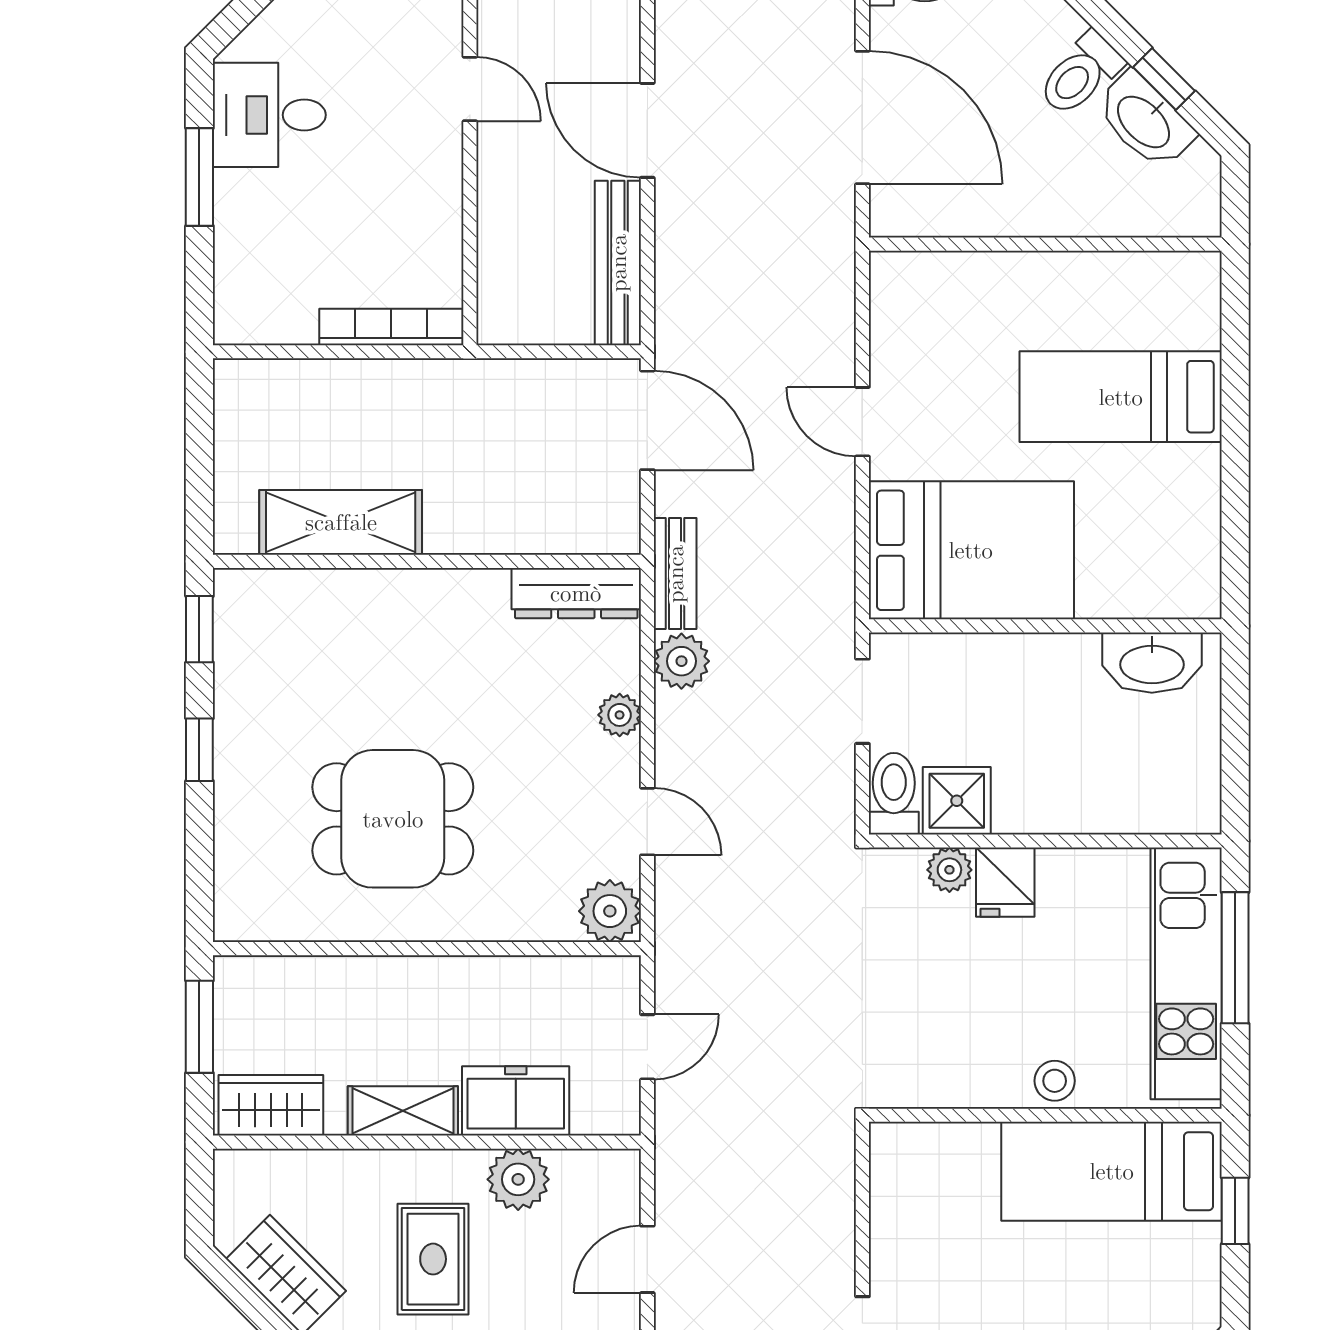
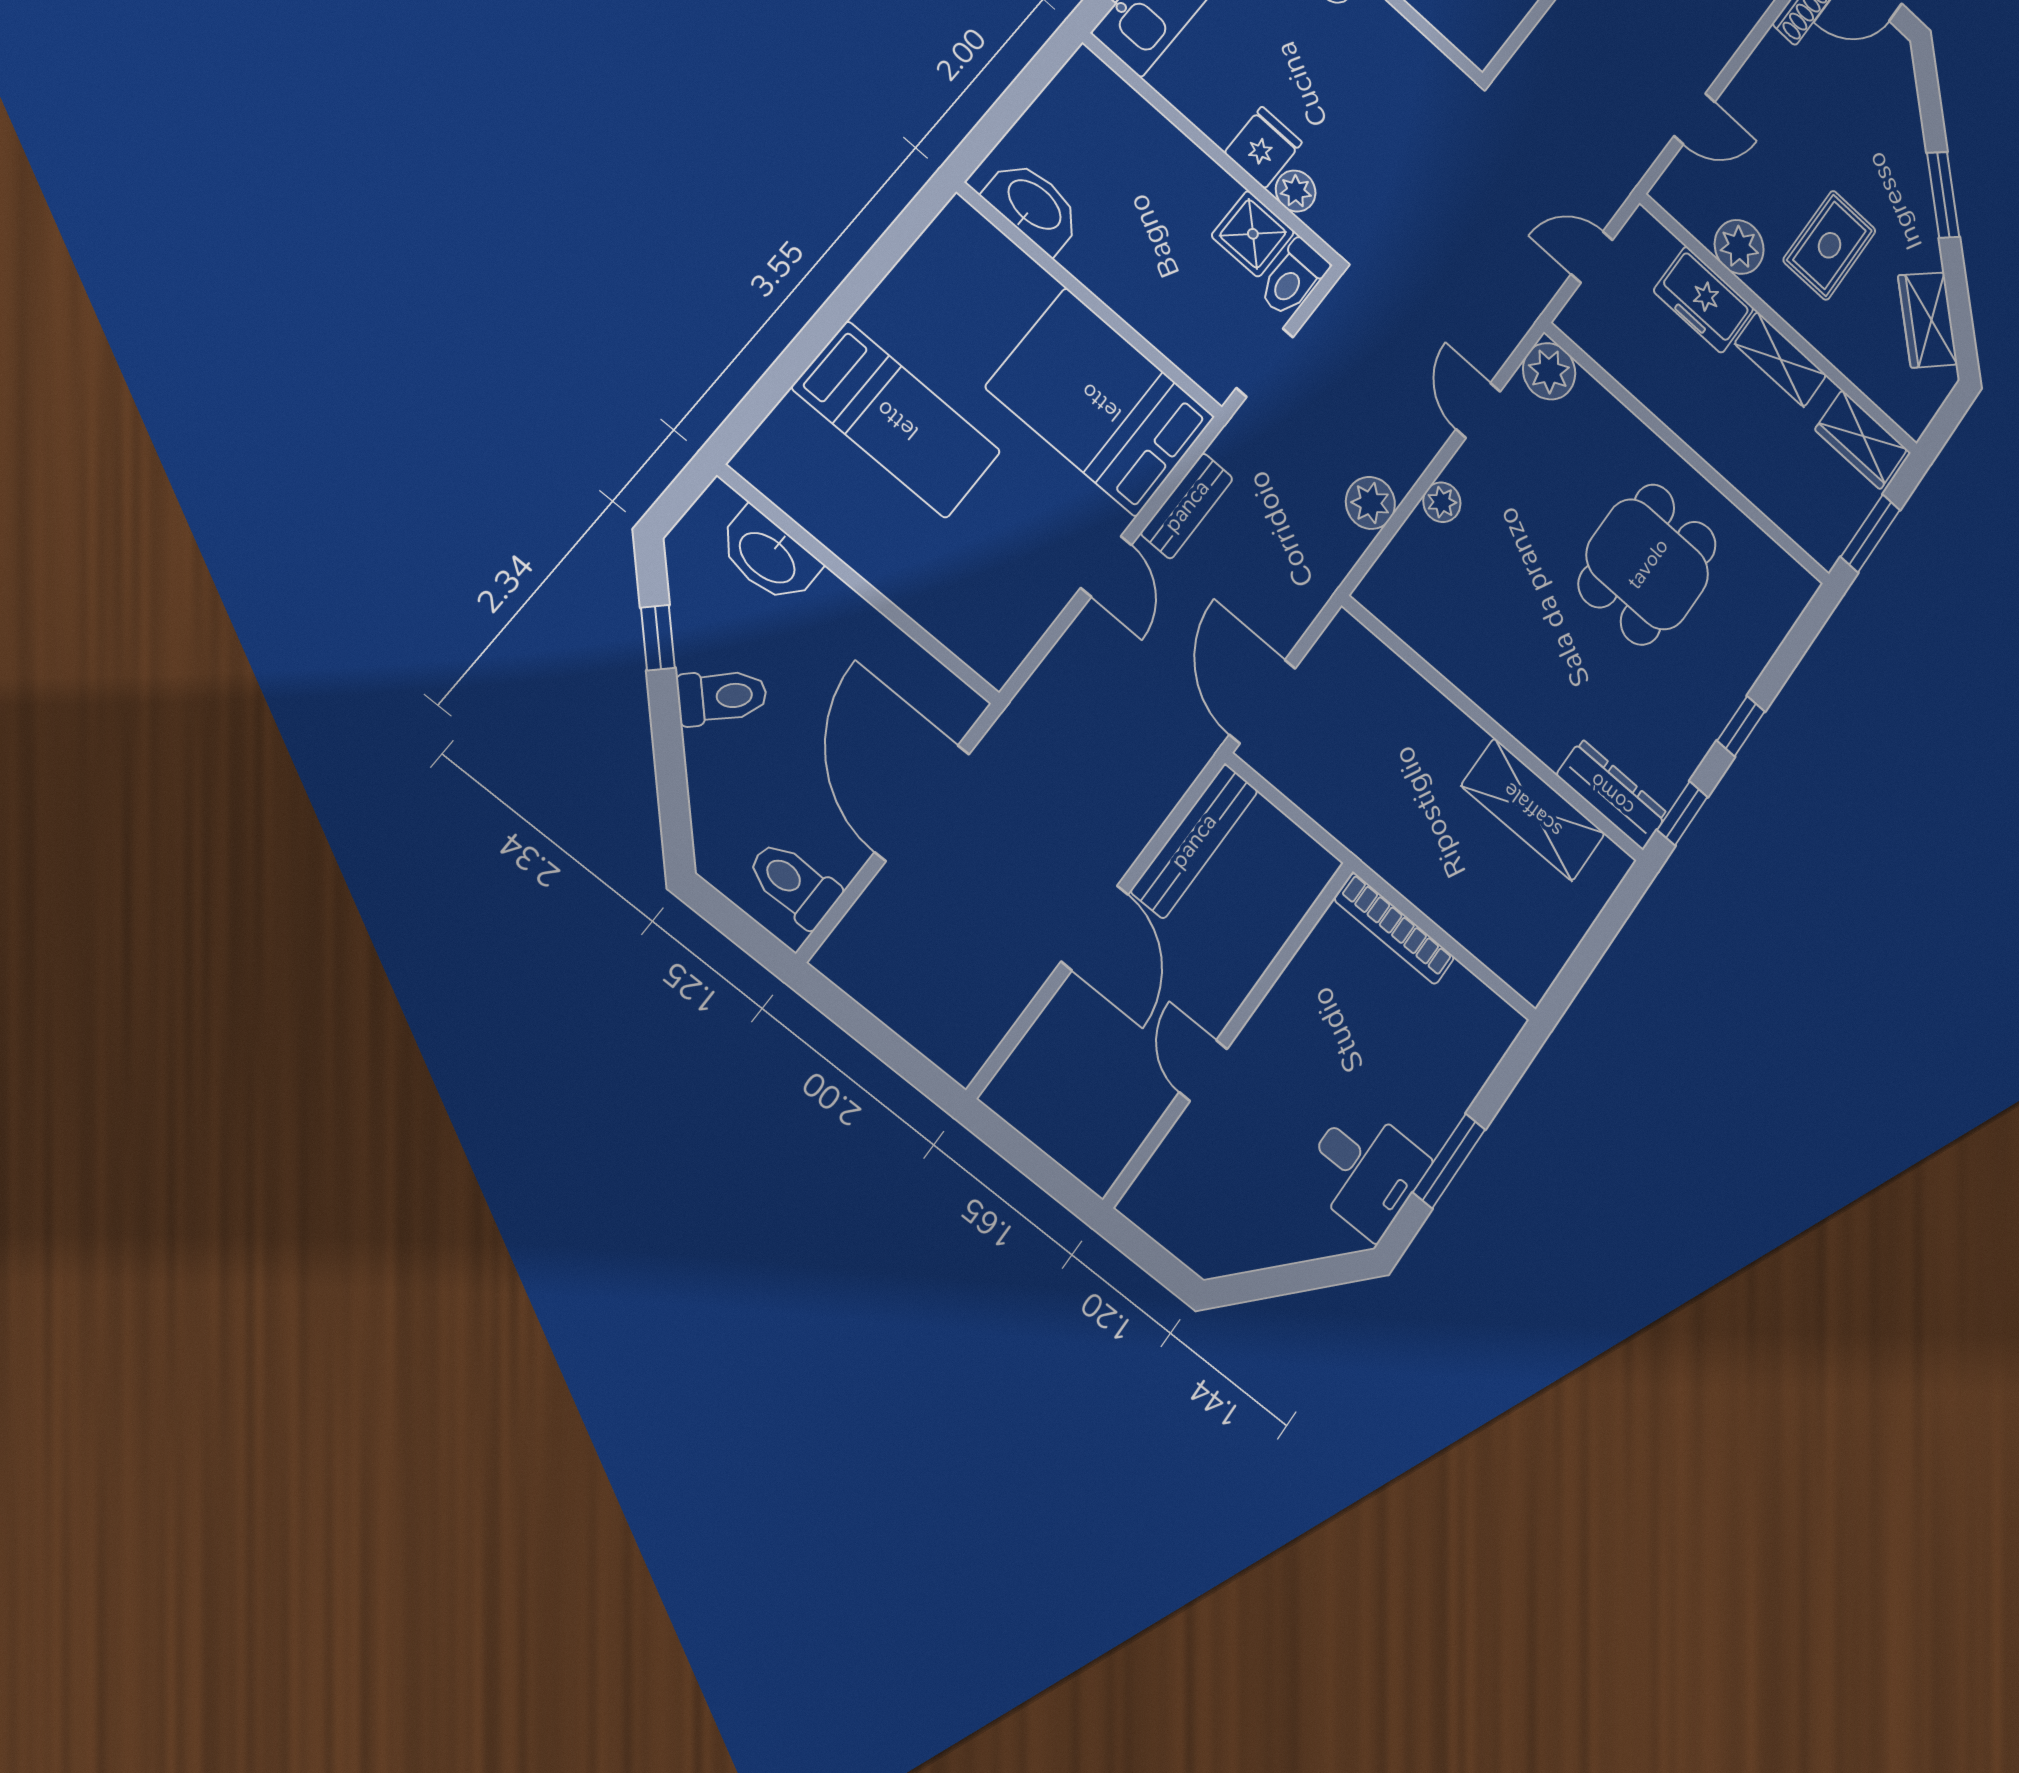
washbasin: (1145, 121) -> (768, 556), moved, turned 135
bench: (675, 574) -> (1187, 506), moved
dresser: (576, 593) -> (1612, 794), moved
dining table: (393, 819) -> (1648, 564), turned 90

